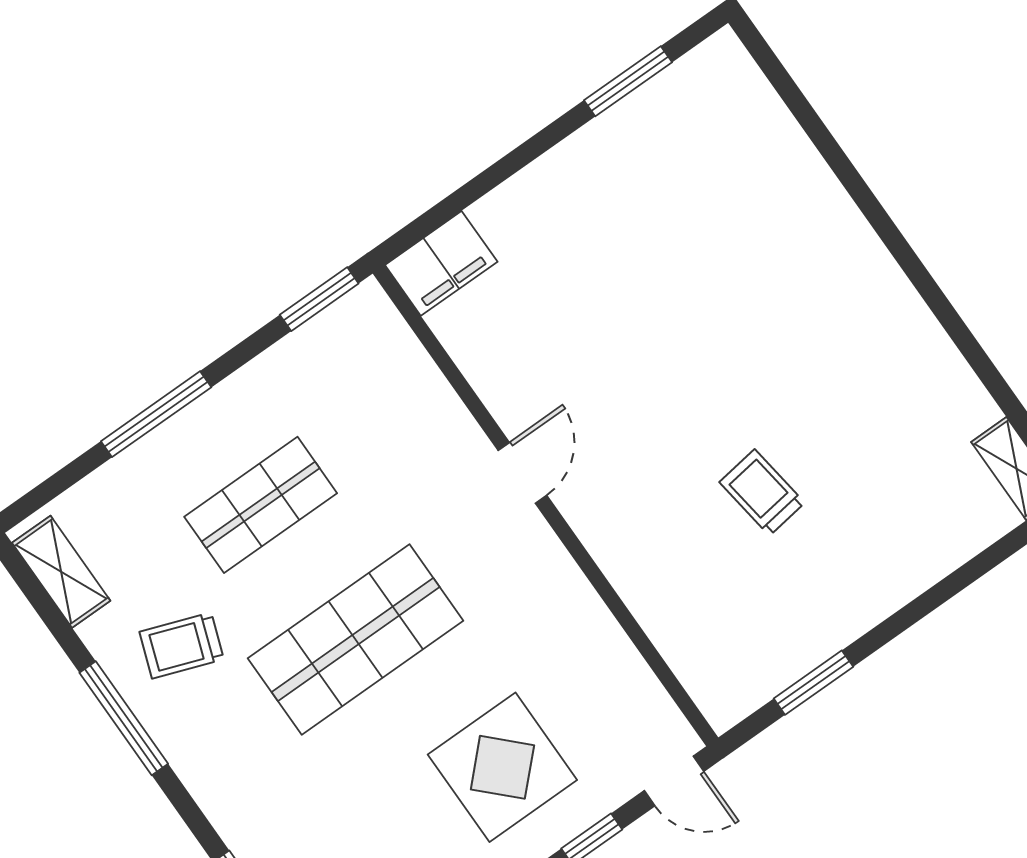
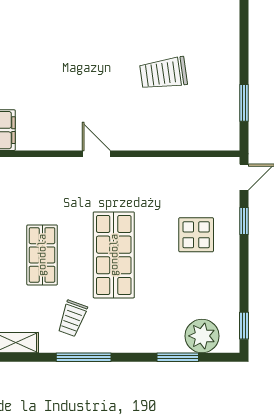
trolley: (762, 492) -> (163, 73), width x1.36, depth x1.39
display table: (502, 767) -> (196, 235), width x0.73, depth x0.73

